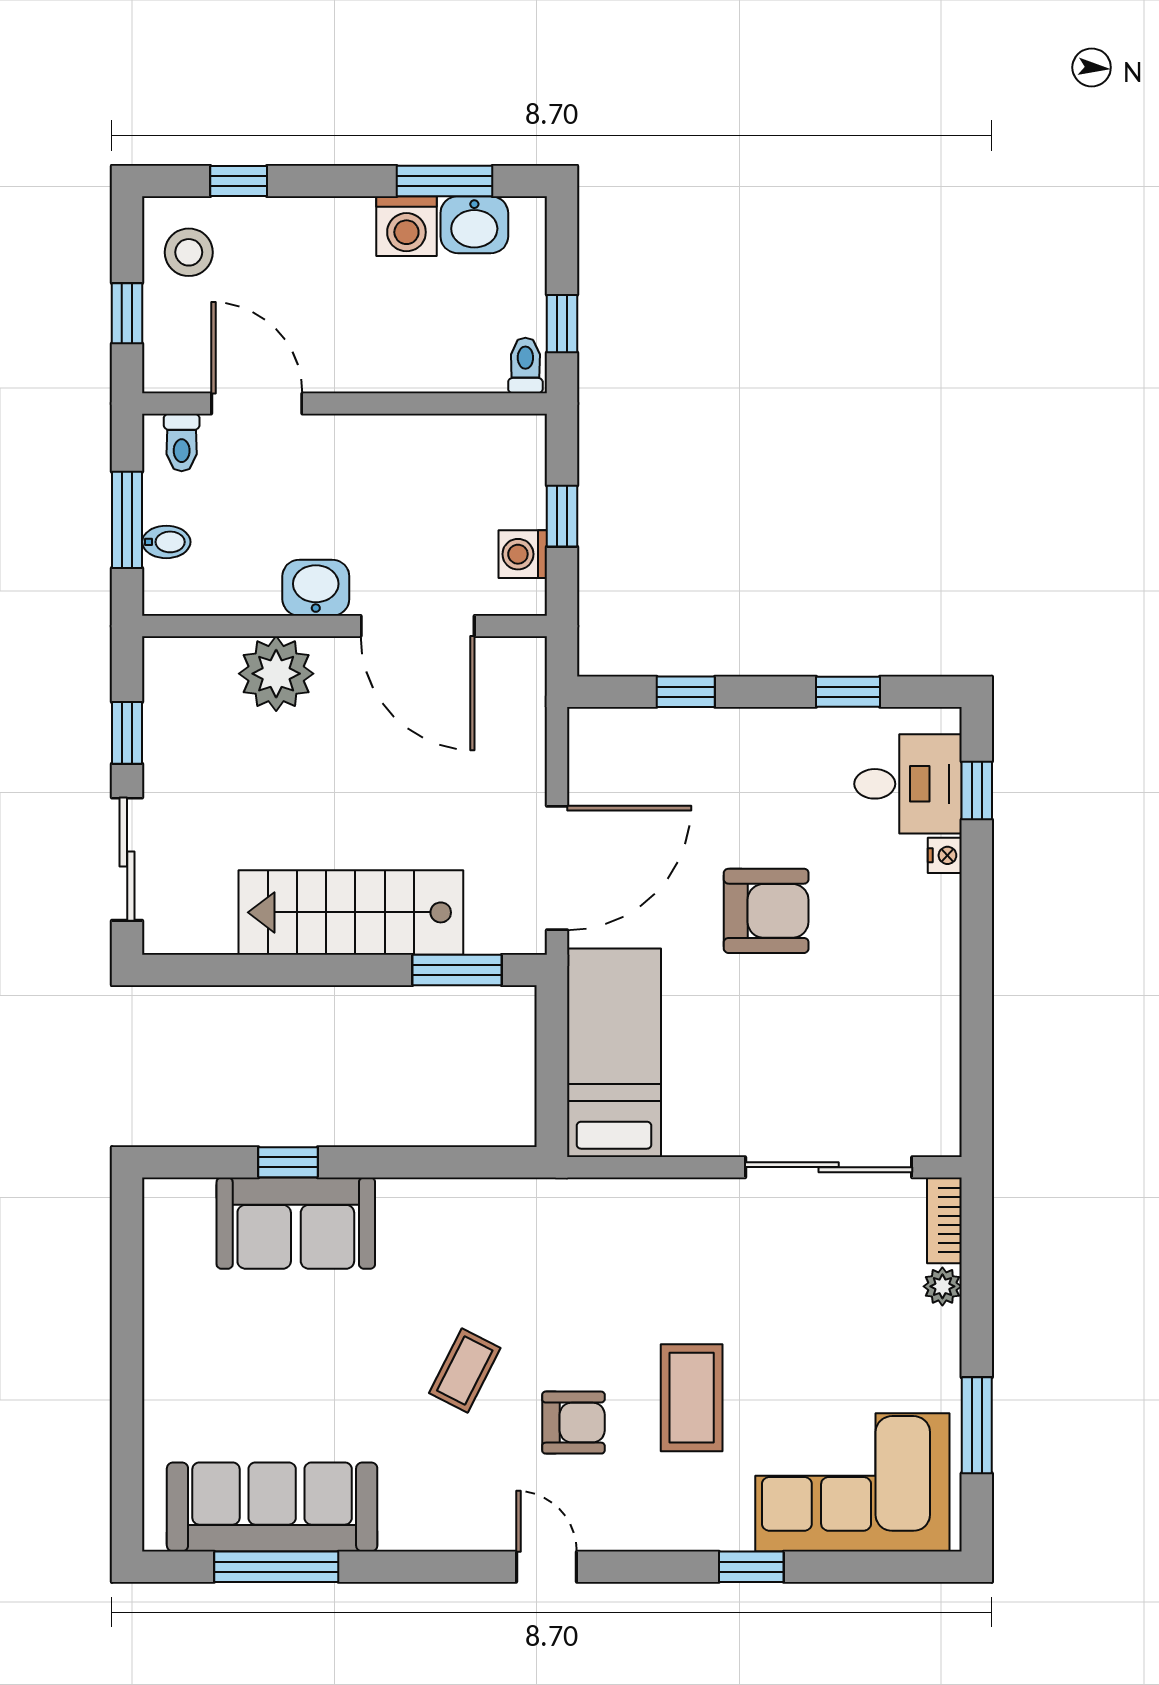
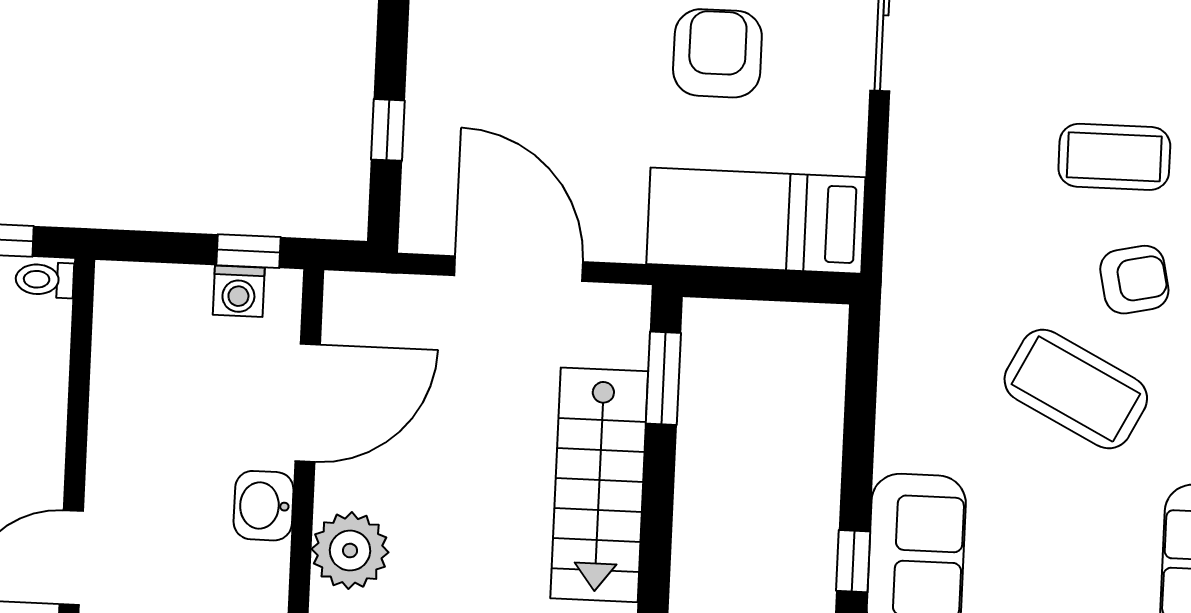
window: (562, 516) -> (249, 251), moved
door: (557, 868) -> (519, 269), moved
armchair: (766, 911) -> (717, 53), moved
coffee table: (465, 1371) -> (1076, 389), width x1.86, depth x1.72
armchair: (573, 1423) -> (1134, 280), turned 78

